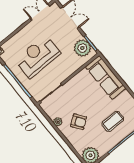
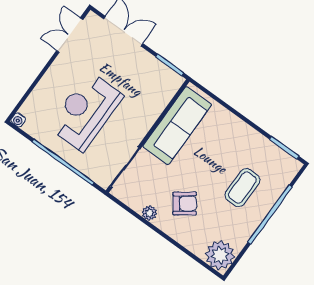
plant: (82, 48) -> (158, 77), removed
sofa: (106, 77) -> (177, 126), moved, turned -90

